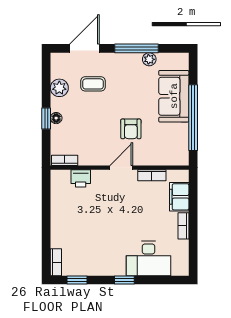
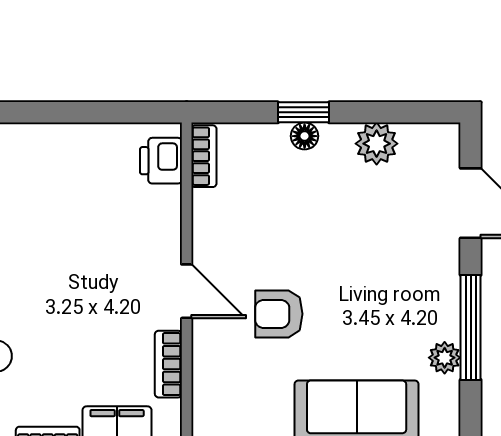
coffee table: (93, 84) -> (386, 224), removed
printer: (81, 178) -> (161, 161), moved

